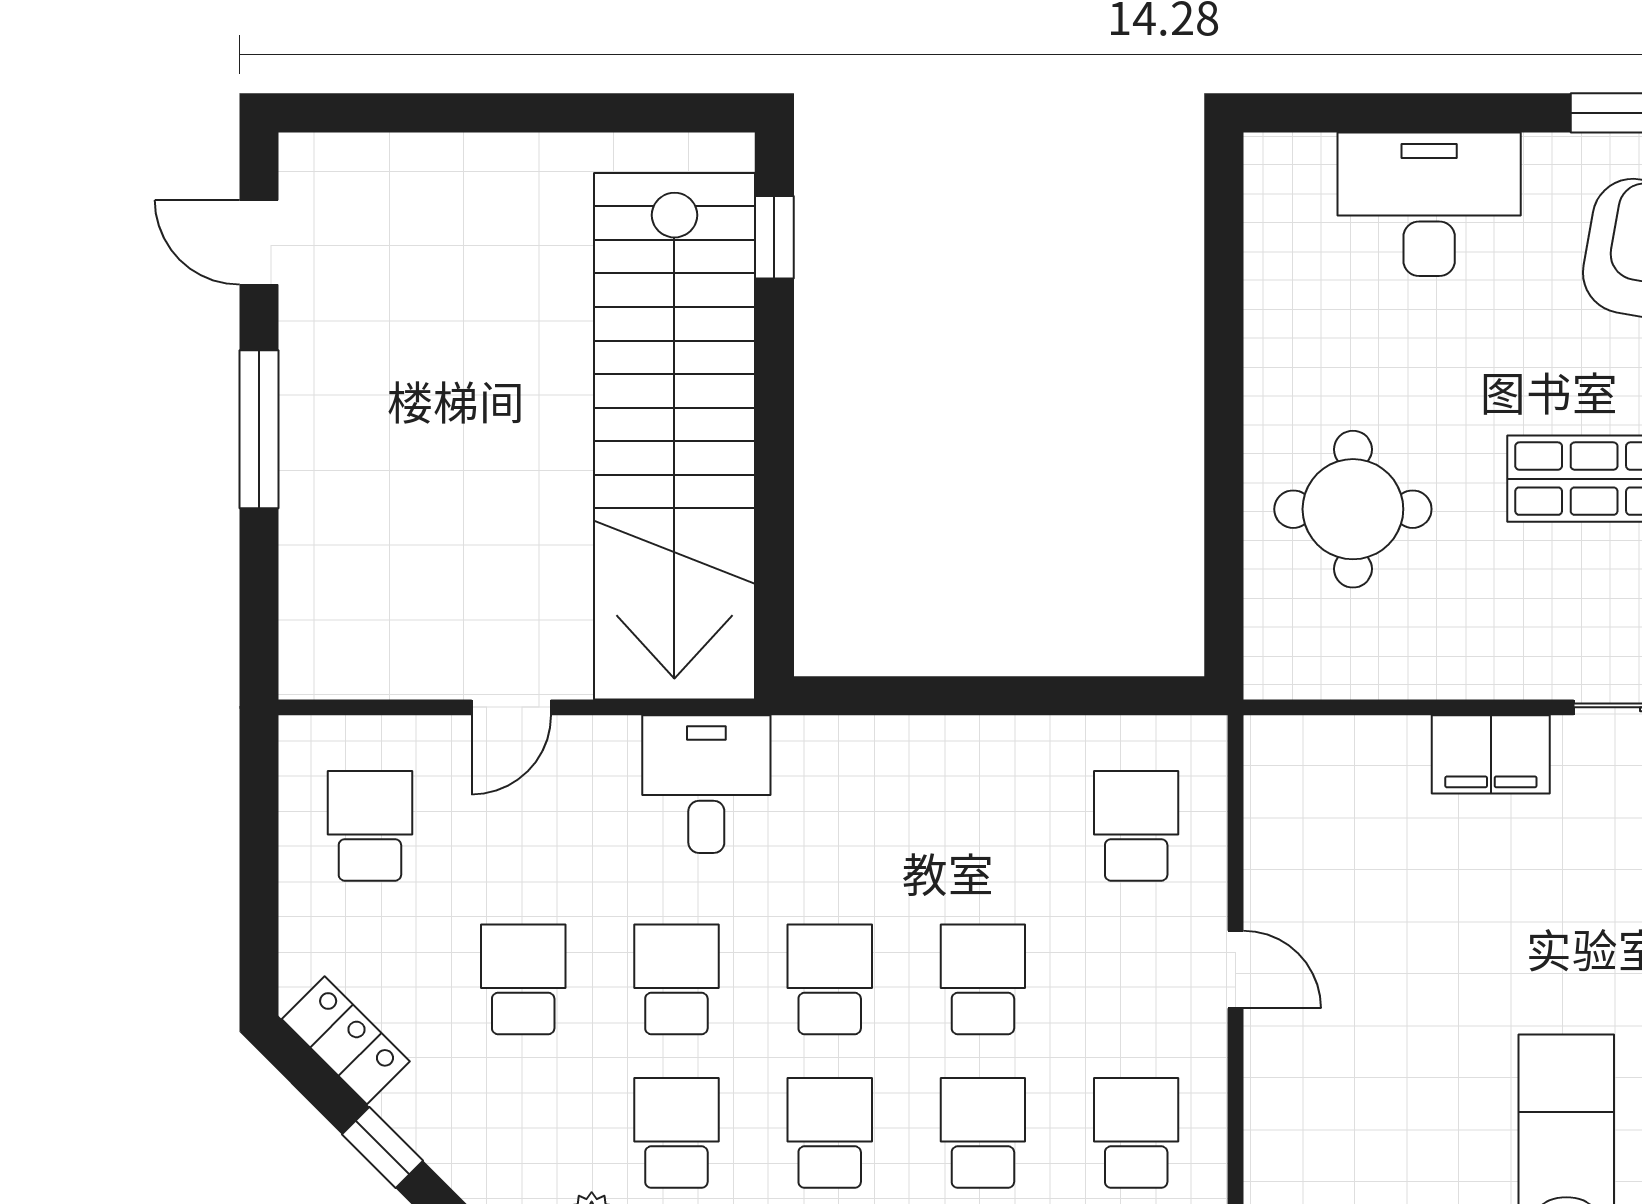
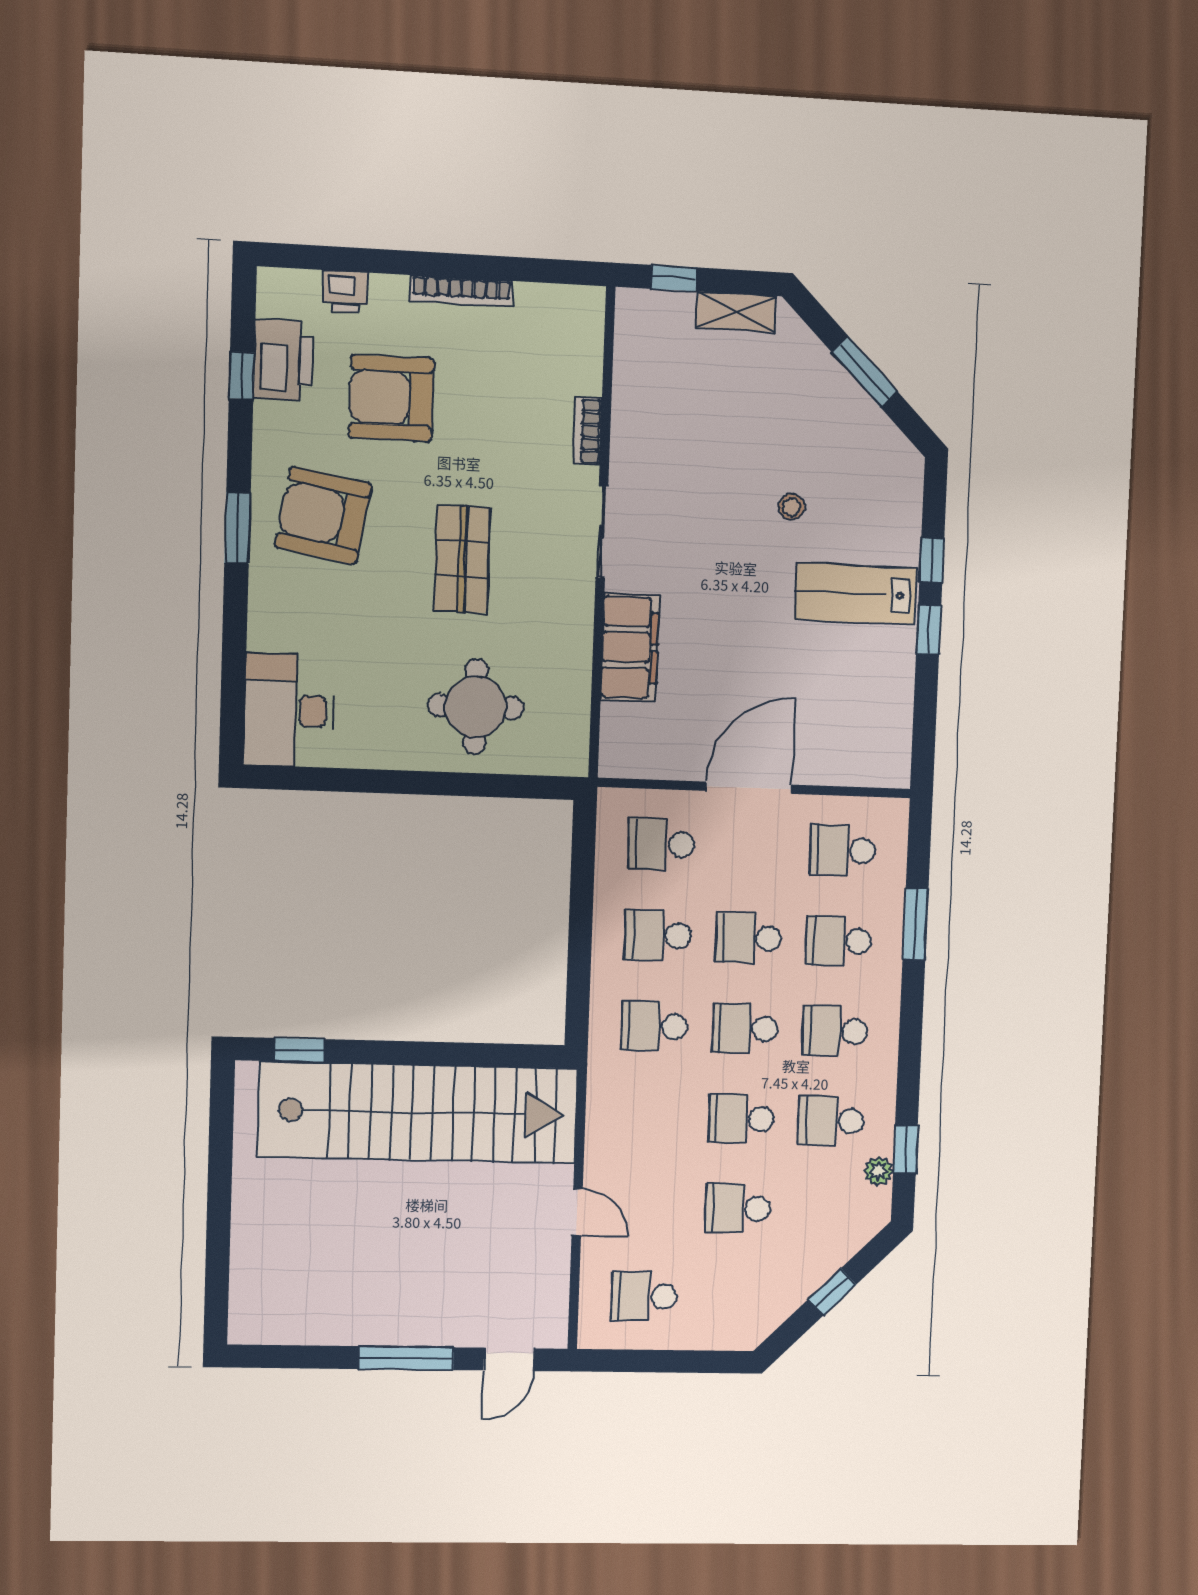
desk: (1429, 204) -> (289, 710), moved
door: (259, 242) -> (509, 1359), moved
filing cabinet: (1491, 754) -> (630, 647), width x1.50, depth x1.17
desk: (706, 784) -> (627, 1098), removed
school desk: (830, 826) -> (654, 1026), added
school desk: (983, 826) -> (658, 935), added
door: (1235, 969) -> (749, 788), width x1.87
locker: (346, 1040) -> (769, 1312), removed

